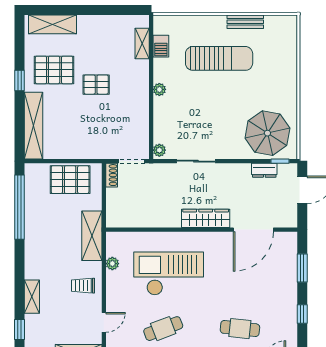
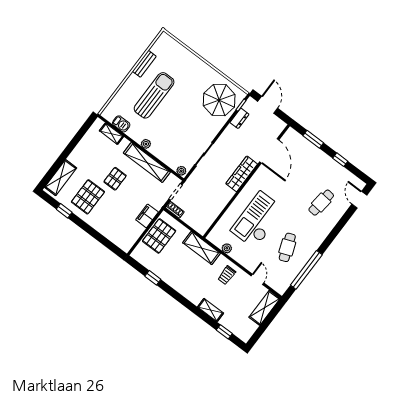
window: (19, 80) -> (64, 211), moved
shelving: (33, 126) -> (147, 162), moved
filing cabinet: (82, 150) -> (147, 216), added
window: (19, 207) -> (153, 278), width x0.32

